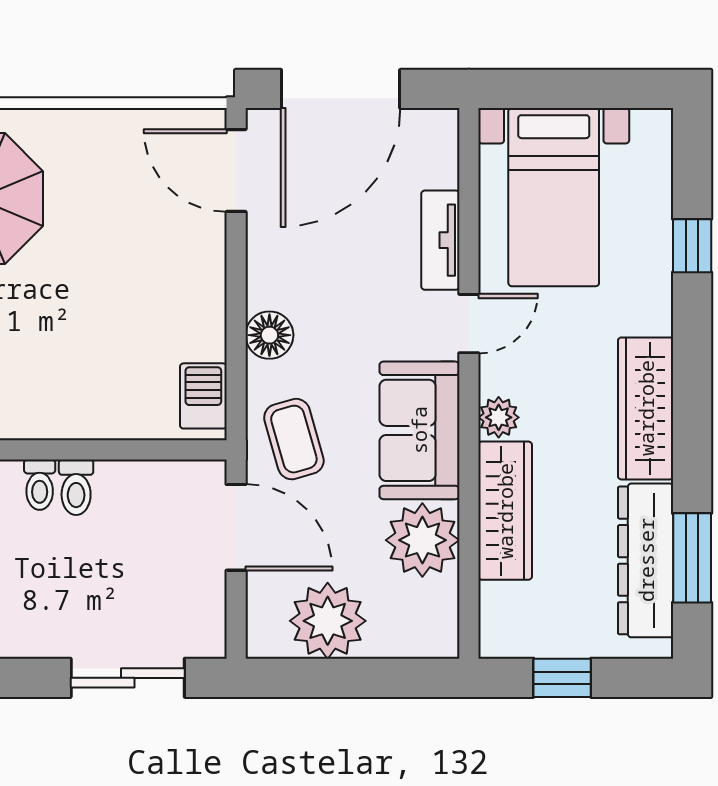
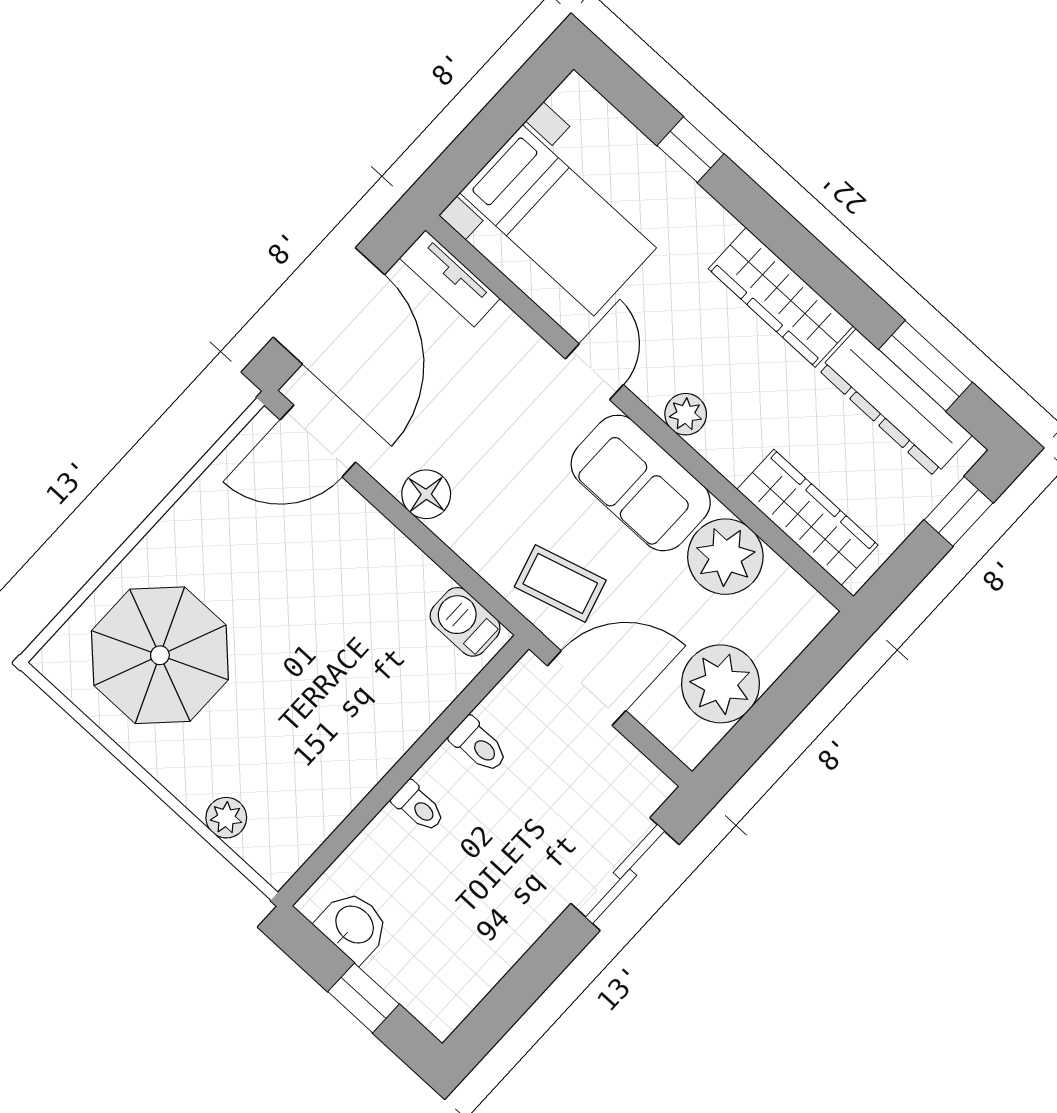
tv unit: (440, 240) -> (450, 278), moved
floor lamp: (269, 335) -> (426, 494), moved
toilet: (76, 487) -> (479, 745), moved
wardrobe: (505, 511) -> (807, 517), moved
window: (562, 678) -> (959, 511), moved

